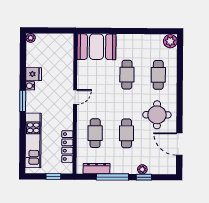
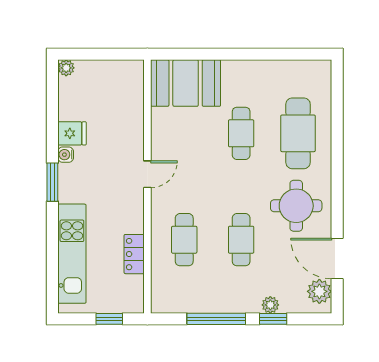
plant: (170, 41) -> (319, 291), moved
cafe table: (158, 75) -> (298, 133), width x1.37, depth x1.35
locker: (67, 147) -> (134, 254), width x0.66
dresser: (96, 169) -> (187, 304), removed

